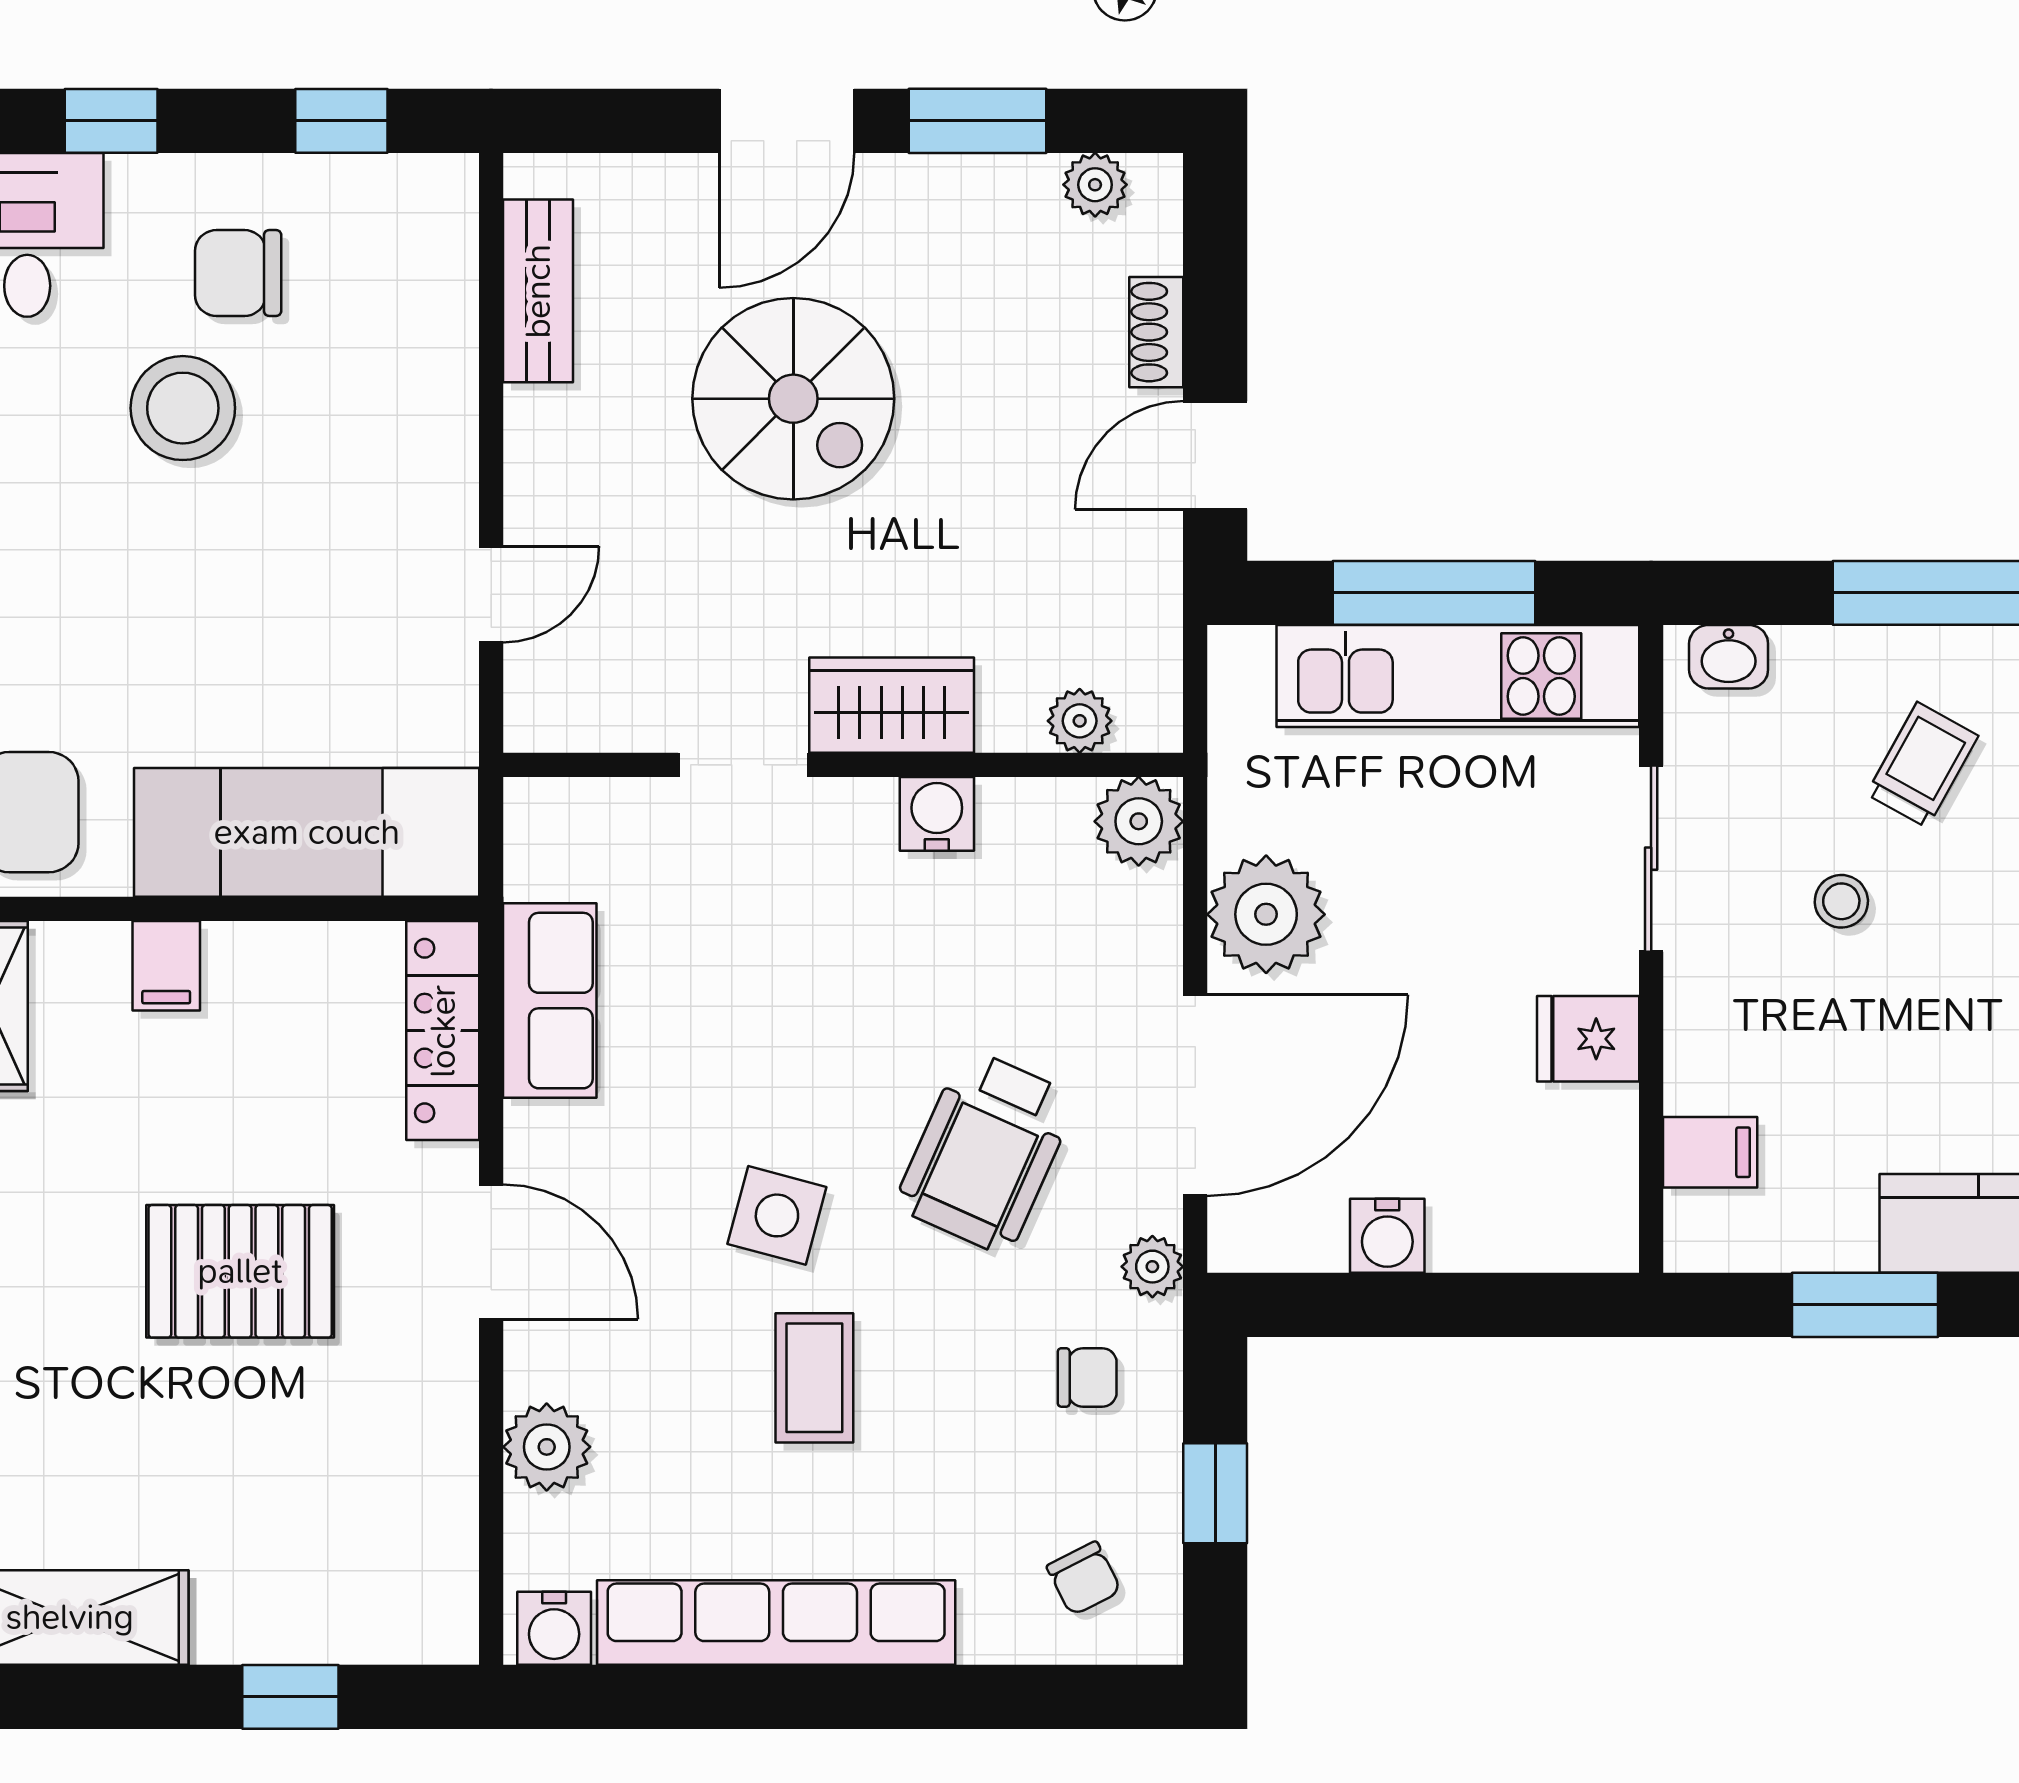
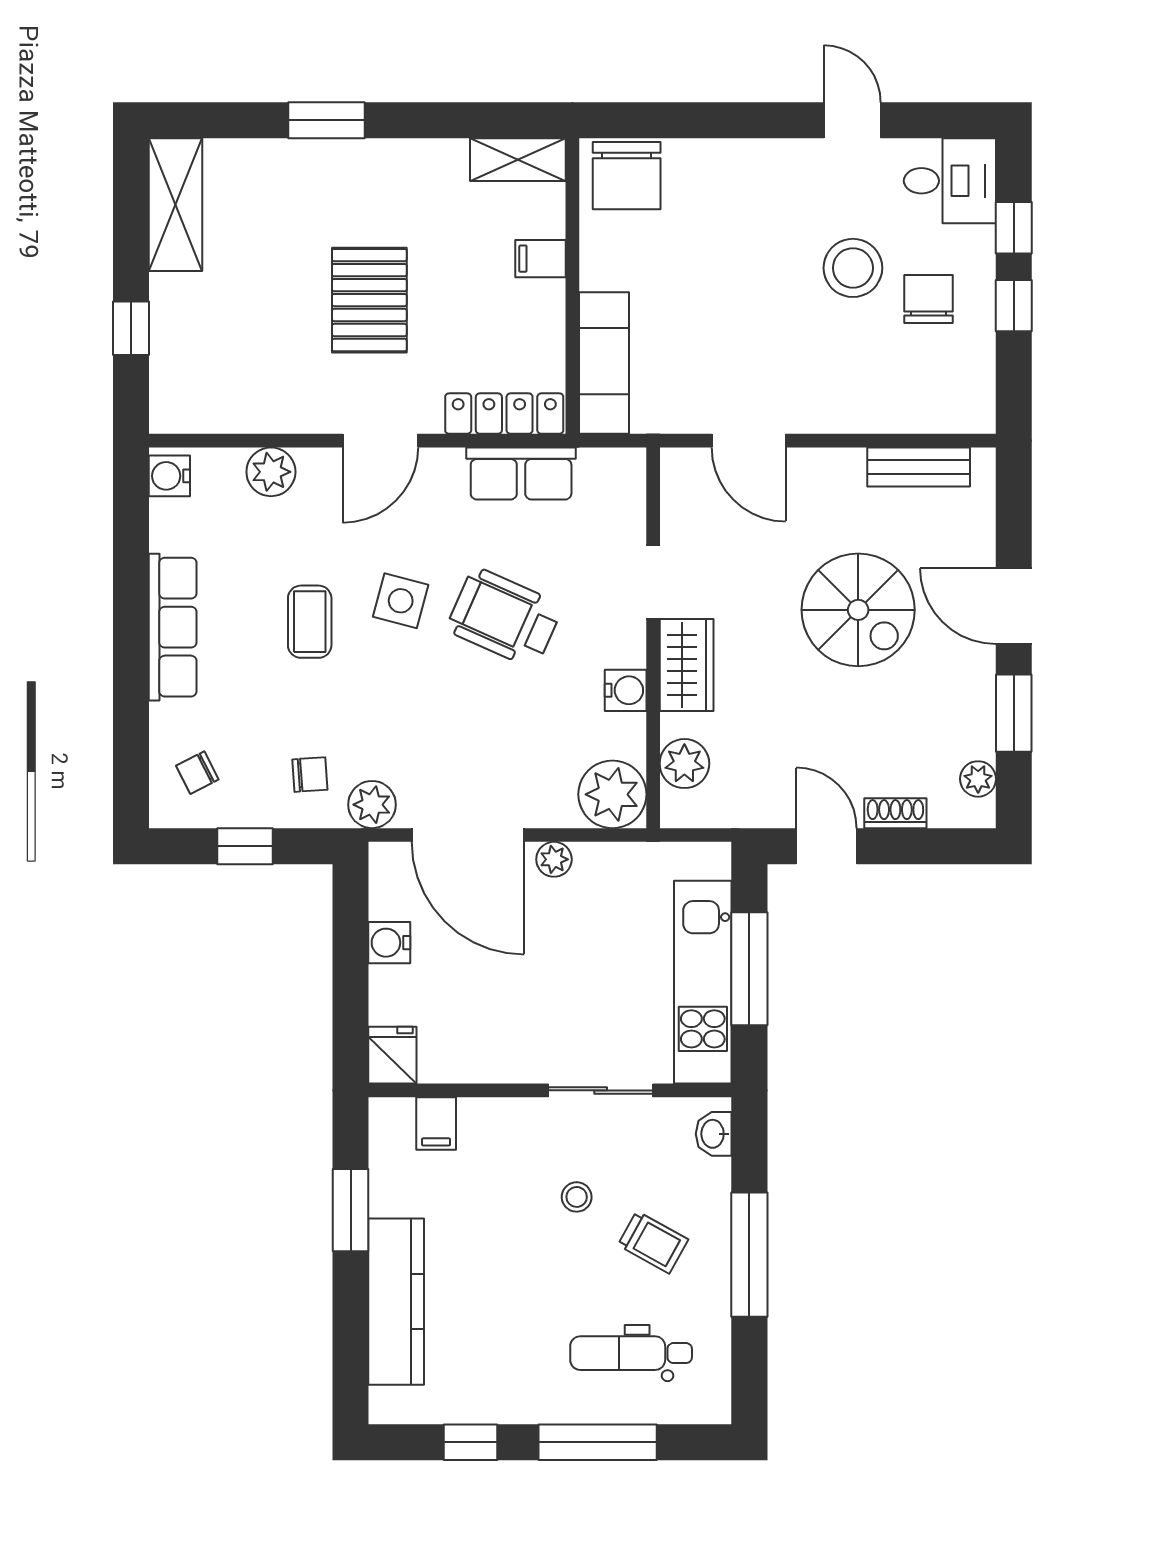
window: (341, 121) -> (1014, 306), moved
spiral stairs: (793, 399) -> (858, 610), turned -90
door: (491, 594) -> (749, 441), width x1.38
plant: (1080, 721) -> (684, 764), width x1.38, depth x1.38
plant: (1139, 821) -> (612, 794), width x1.36, depth x1.36
exam couch: (307, 832) -> (604, 363), width x0.73, depth x0.69
plant: (1266, 914) -> (554, 859), width x0.53, depth x0.53
fridge: (1588, 1039) -> (392, 1055), moved
wheelchair: (986, 1152) -> (504, 618), moved
plant: (1152, 1267) -> (372, 805), width x1.38, depth x1.38
chair: (1087, 1377) -> (310, 775), turned -94
coffee table: (814, 1378) -> (310, 622), turned 90
row of seats: (776, 1622) -> (173, 627), width x0.73

